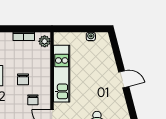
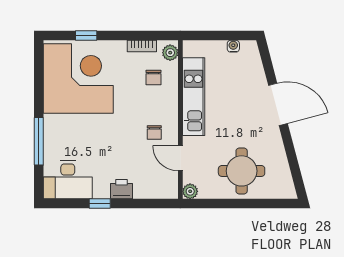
chair: (23, 79) -> (154, 78), moved
door: (124, 79) -> (278, 104), width x1.87

